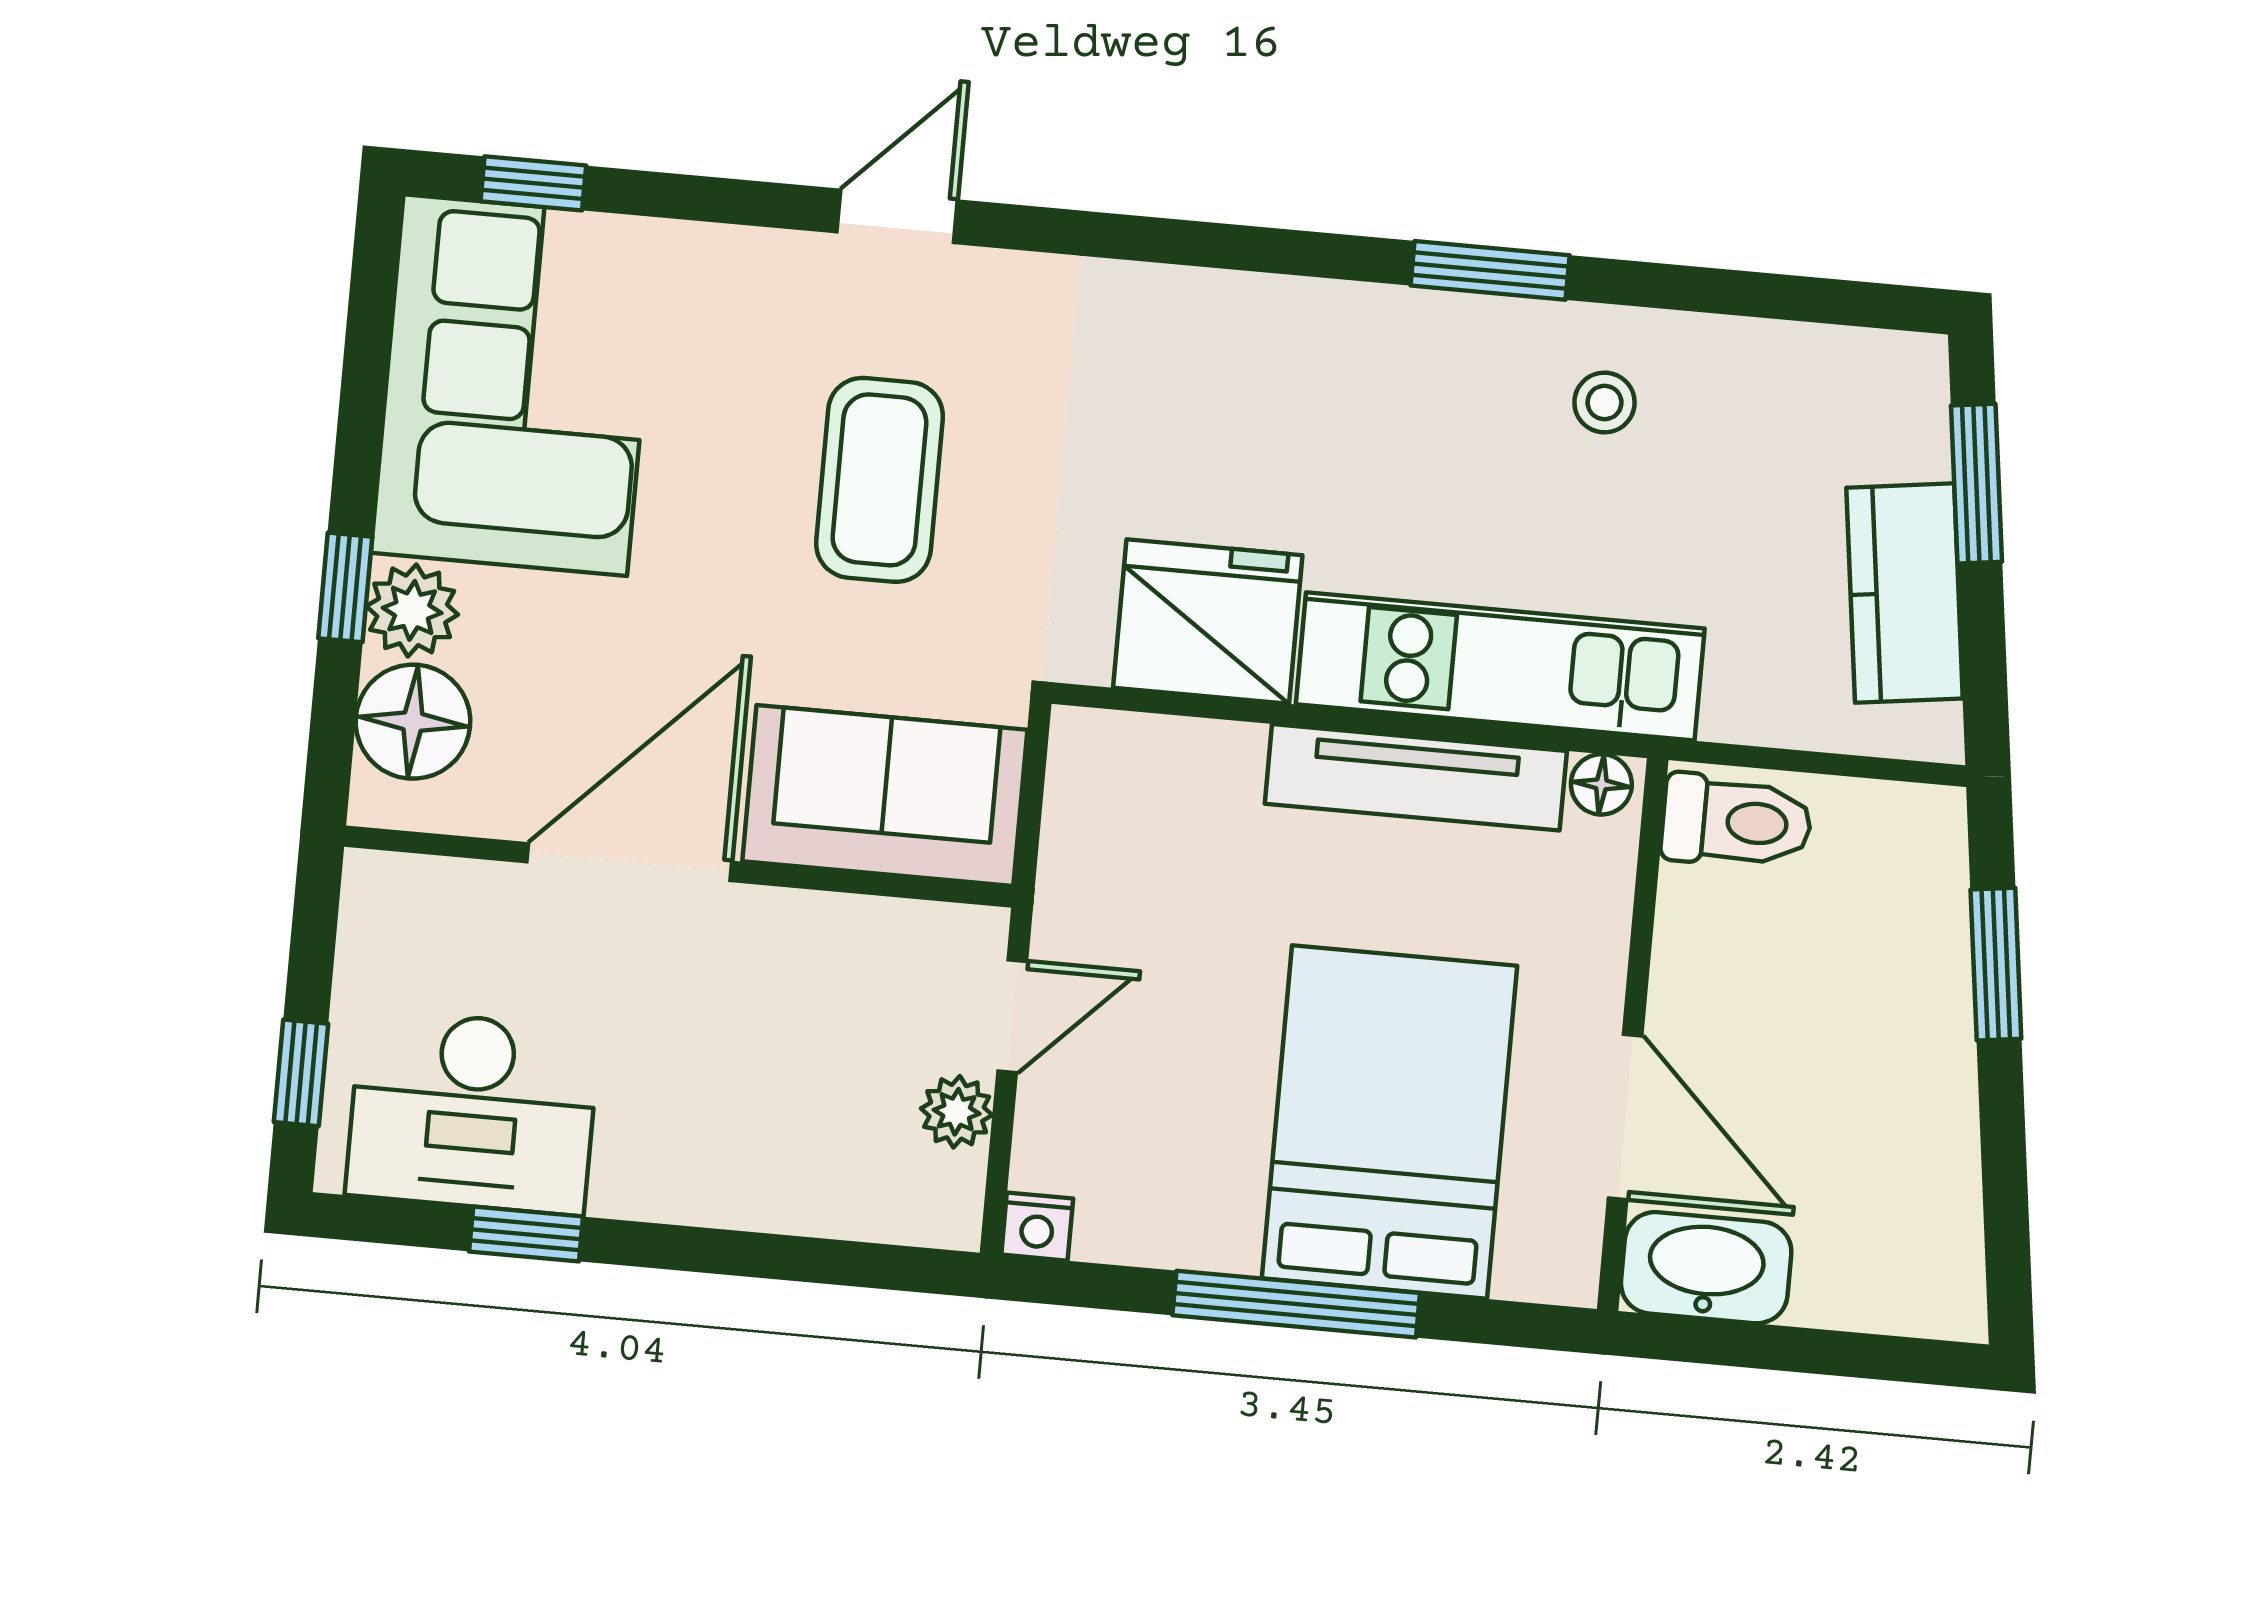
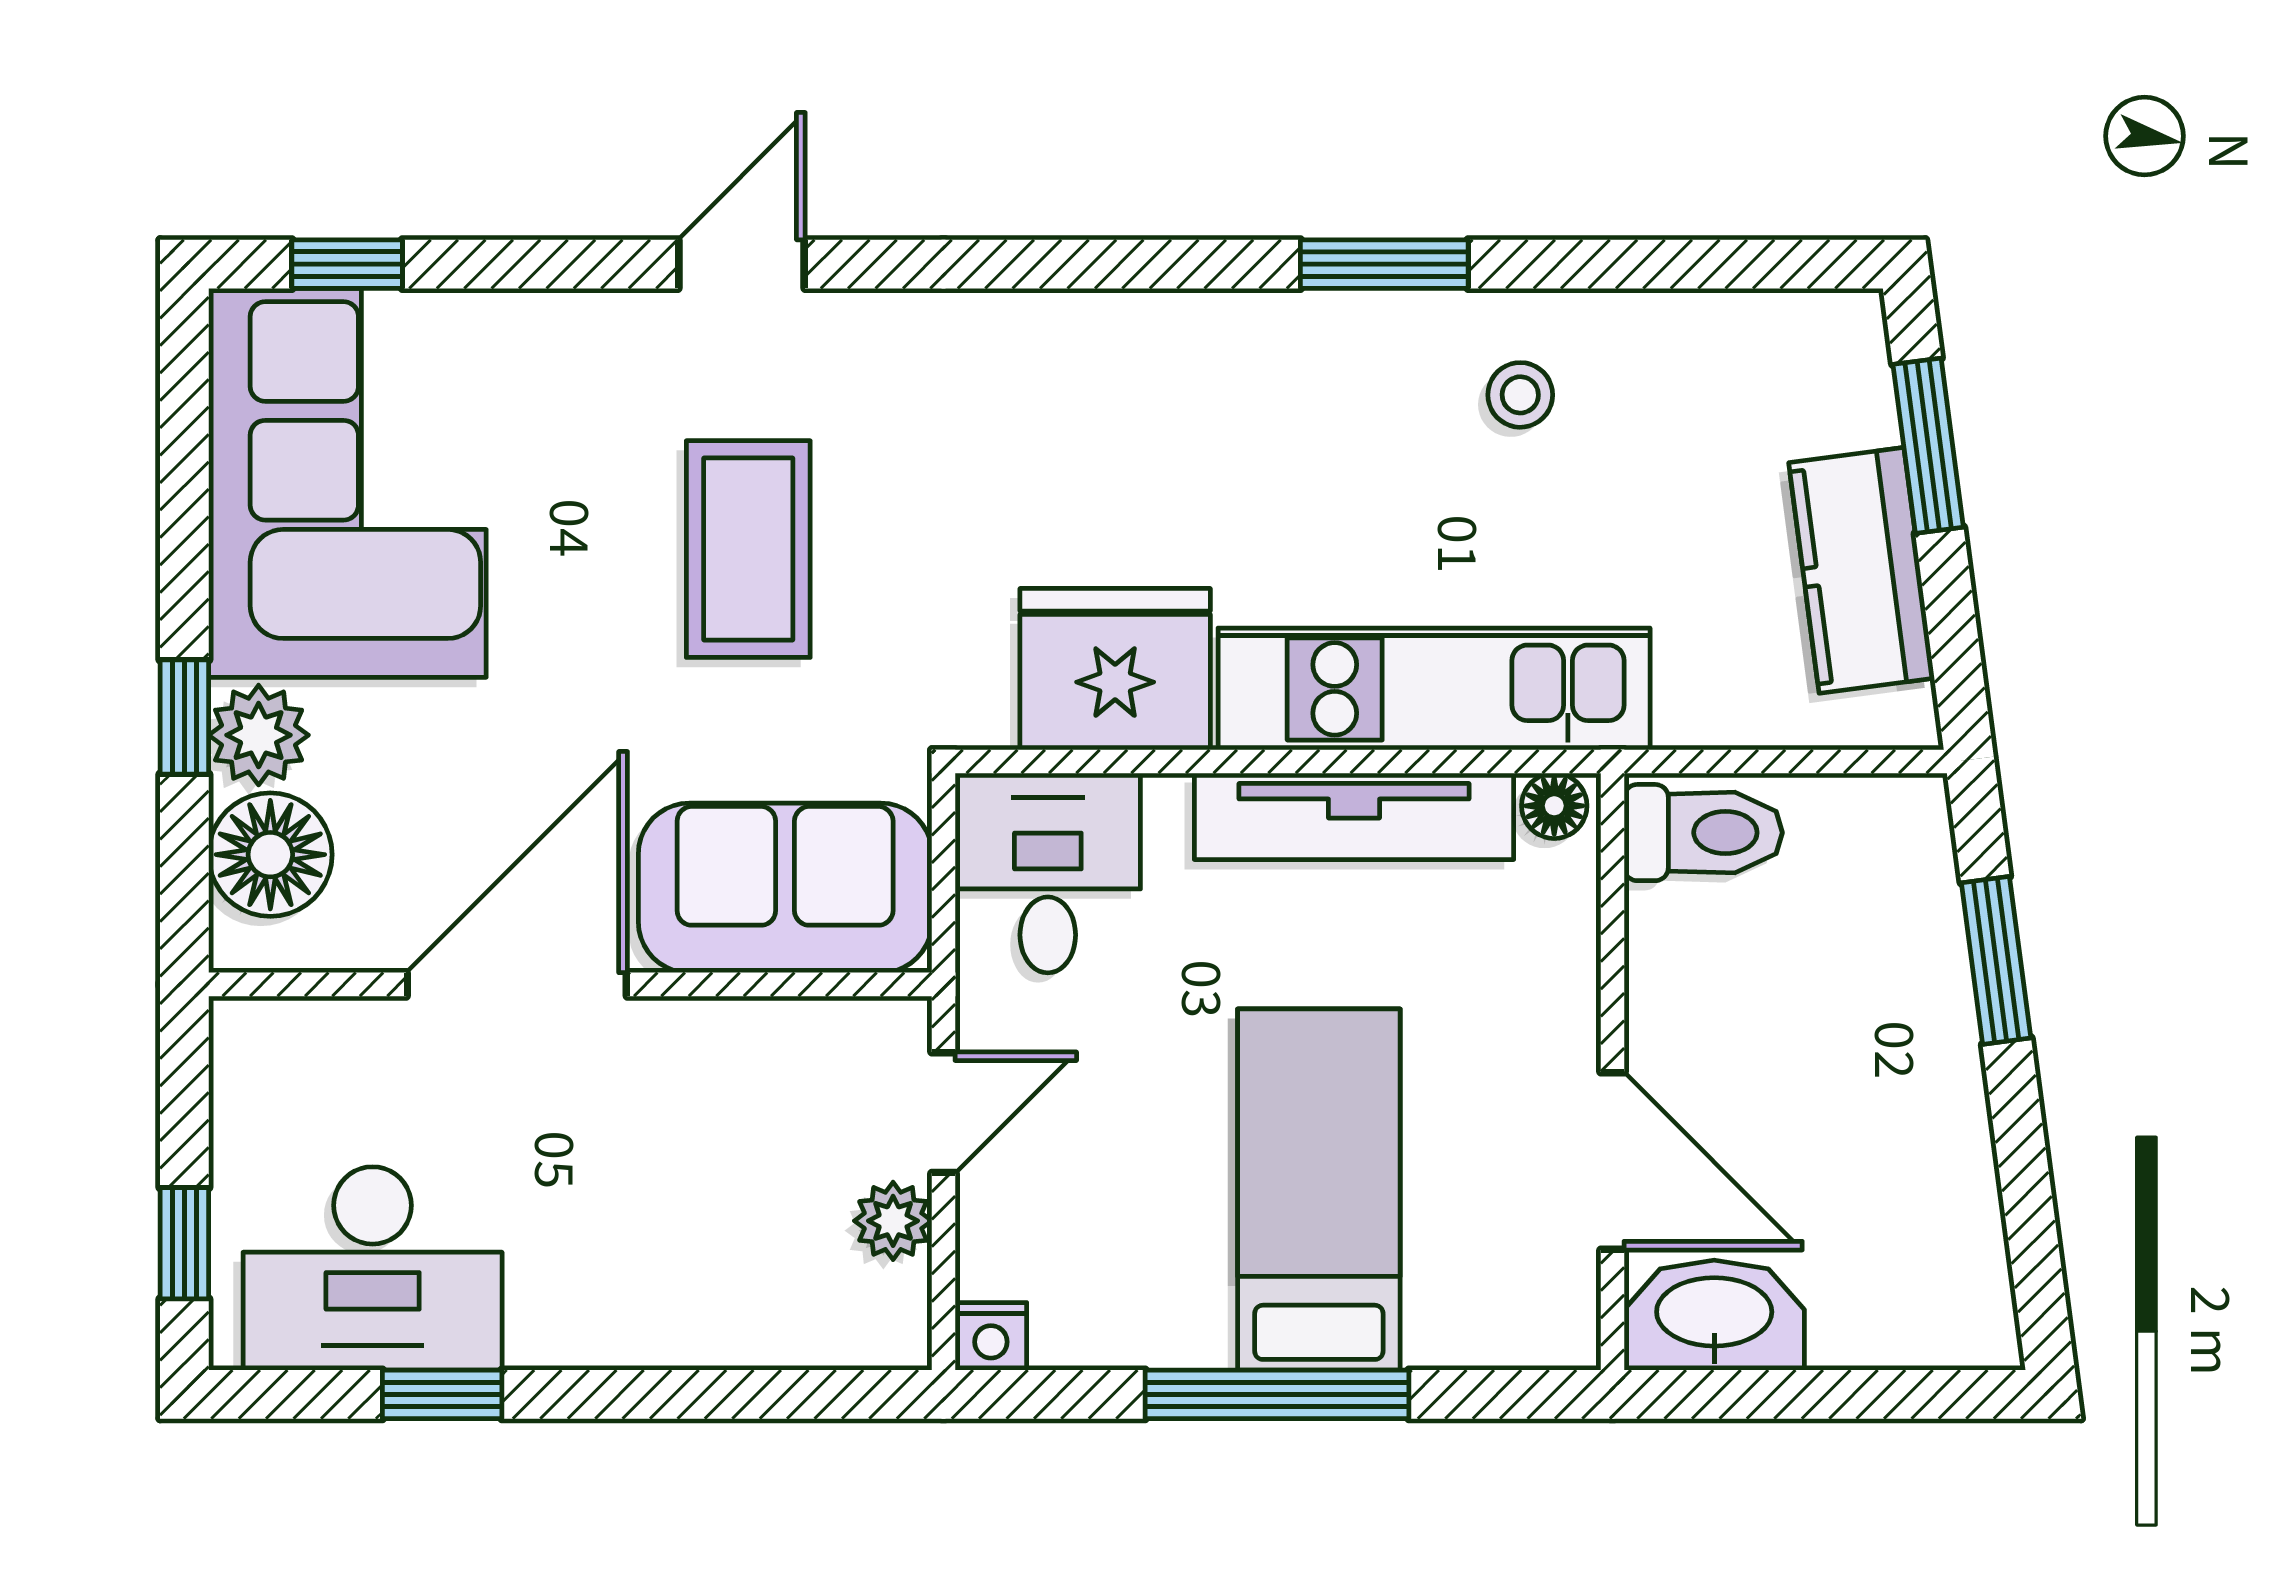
desk: (1129, 804) -> (1048, 873), added
bed: (1390, 1122) -> (1319, 1190), width x0.67

